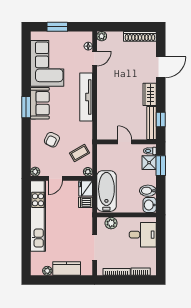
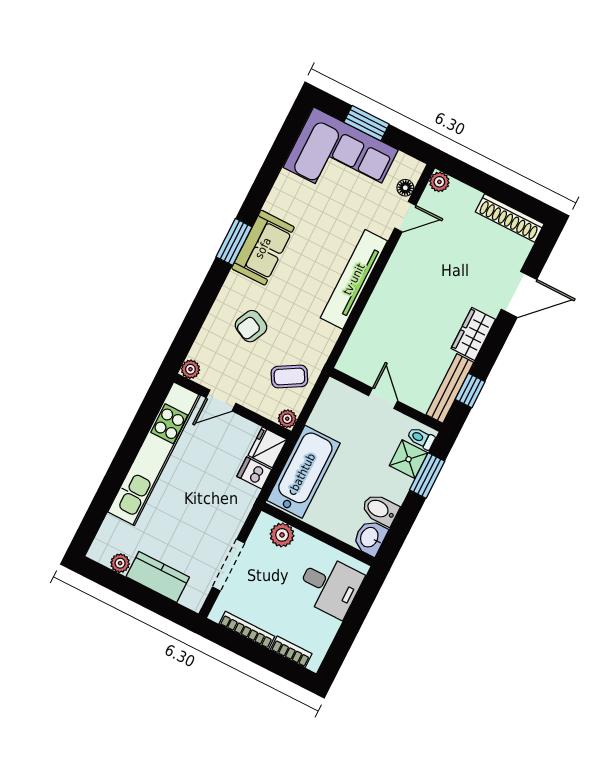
corner sofa: (47, 63) -> (341, 159), moved, turned 90

